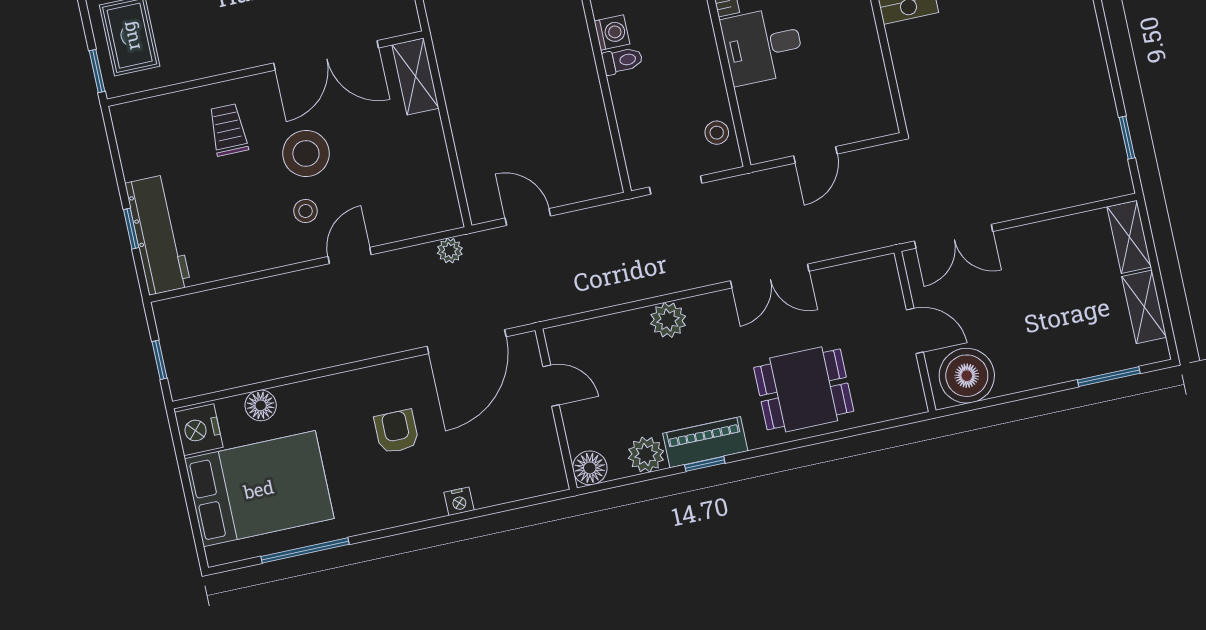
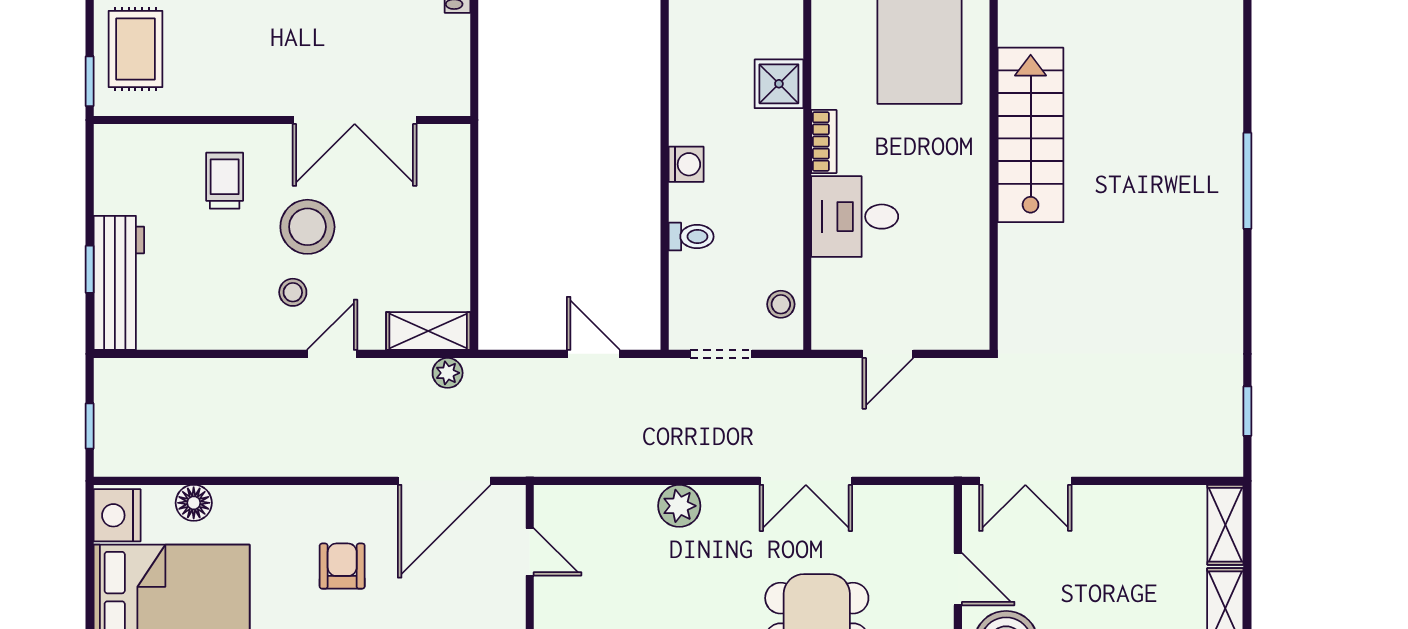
toilet: (622, 61) -> (691, 237), moved
shelving: (415, 77) -> (428, 331), moved, turned 90
door: (528, 217) -> (593, 354), moved

